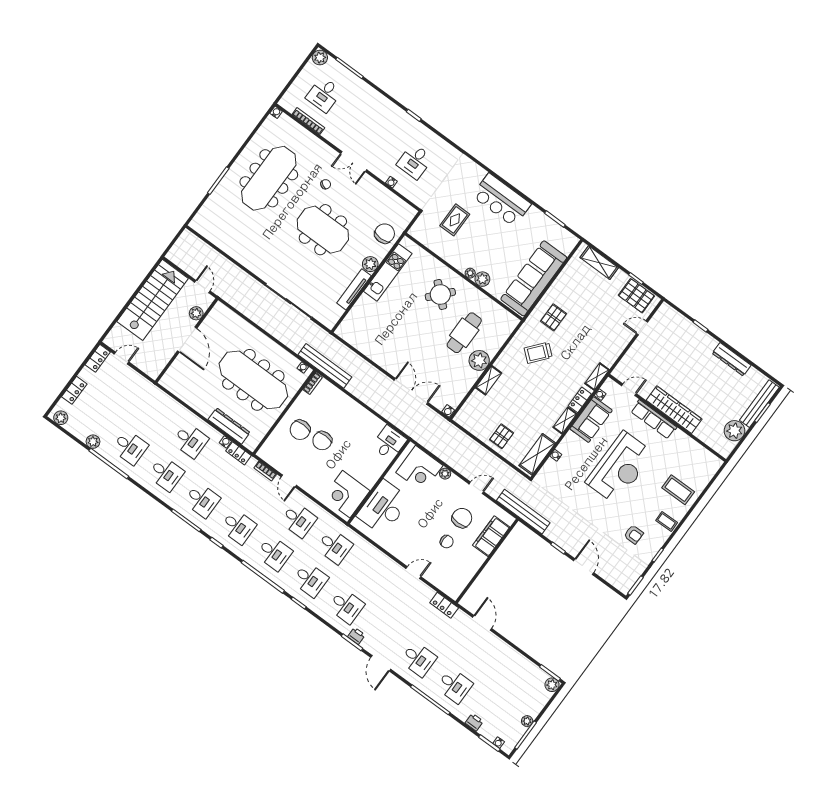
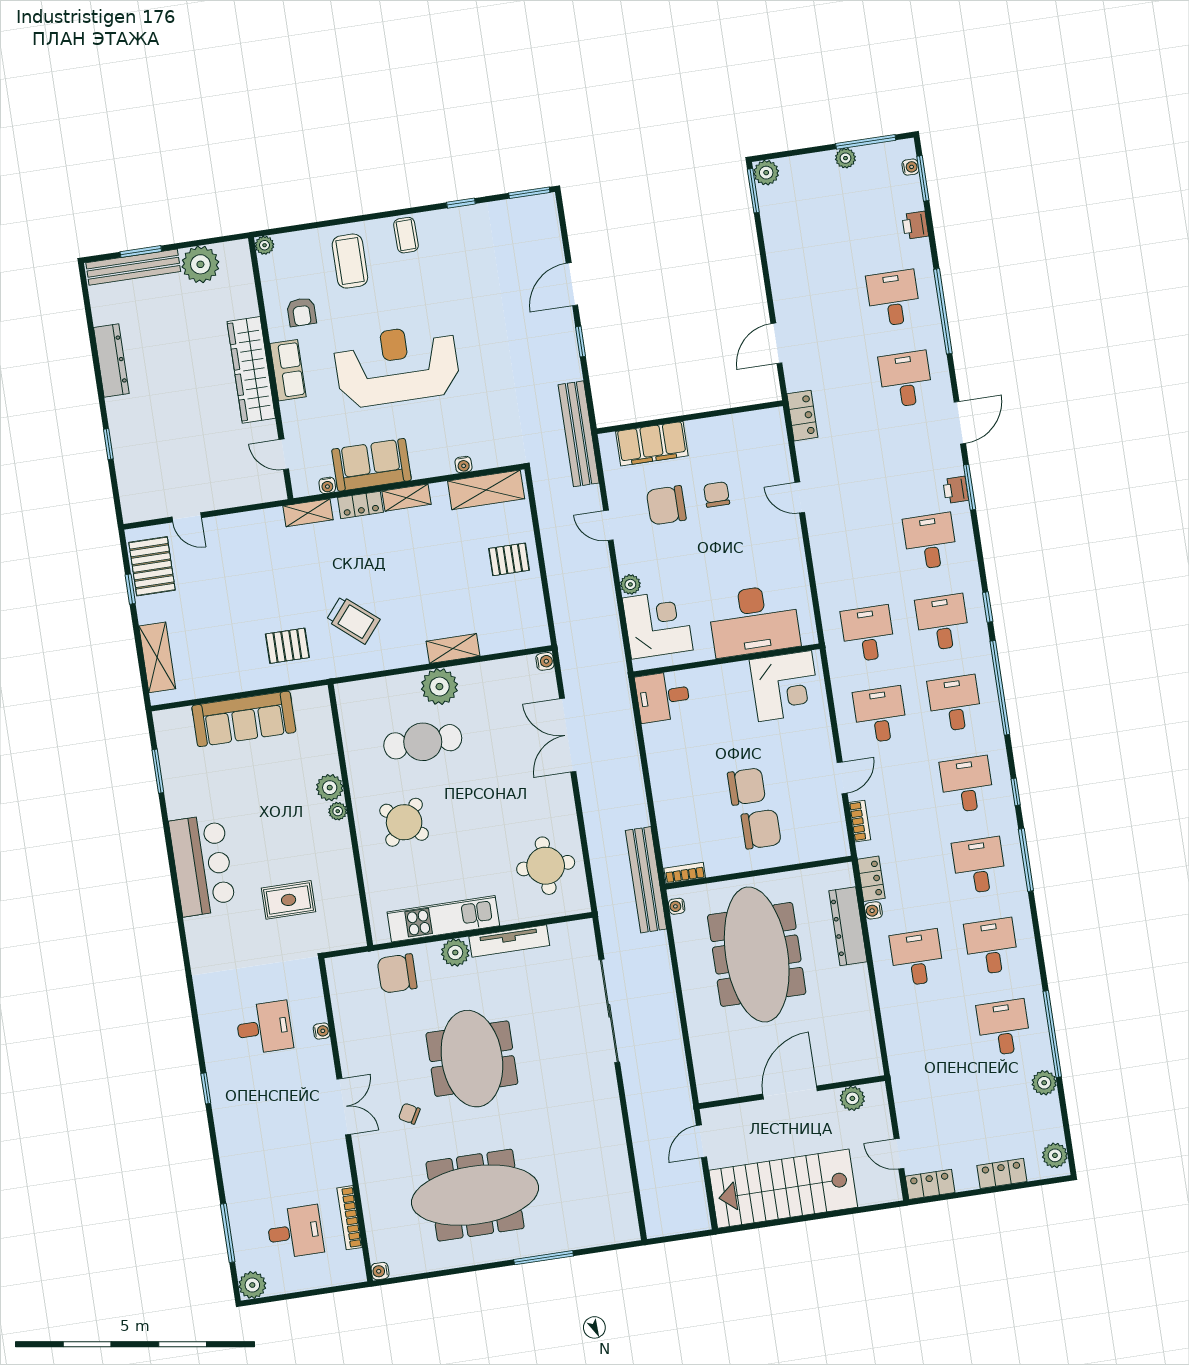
sofa: (534, 278) -> (244, 719), width x0.74, depth x0.79
plant: (196, 313) -> (852, 1098), moved
round table: (369, 333) -> (546, 866), added
row of seats: (654, 419) -> (288, 370), width x0.68
plant: (717, 463) -> (265, 245), added
armchair: (634, 534) -> (302, 312), moved, turned 180

